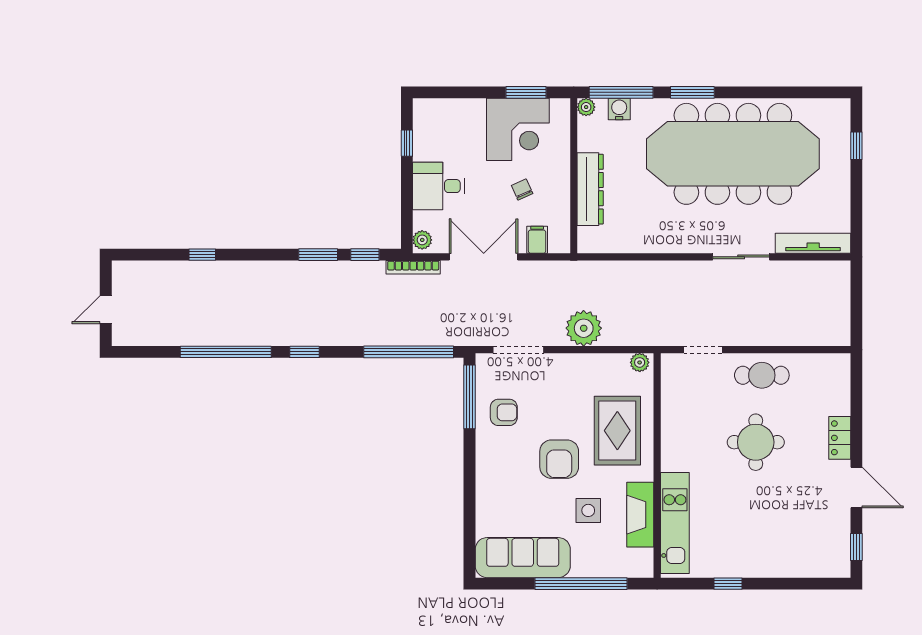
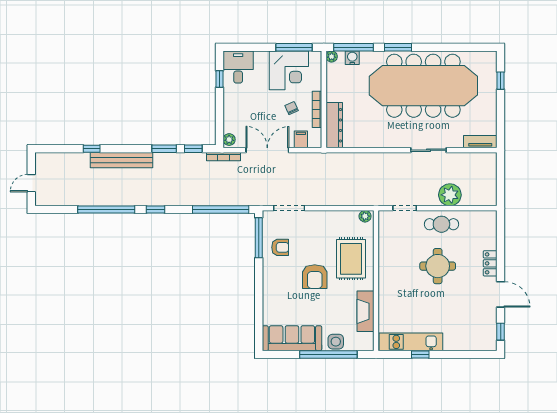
window: (526, 92) -> (294, 47), width x1.44
desk: (439, 186) -> (238, 67), moved, turned 90
dresser: (590, 189) -> (334, 125), moved
bookcase: (563, 192) -> (317, 109), added
tv unit: (813, 243) -> (480, 142), width x0.71
bench: (250, 273) -> (121, 160), added
plant: (584, 328) -> (450, 195), moved
side table: (588, 510) -> (336, 342), moved
kitchen unit: (675, 523) -> (411, 342), moved, turned -90

